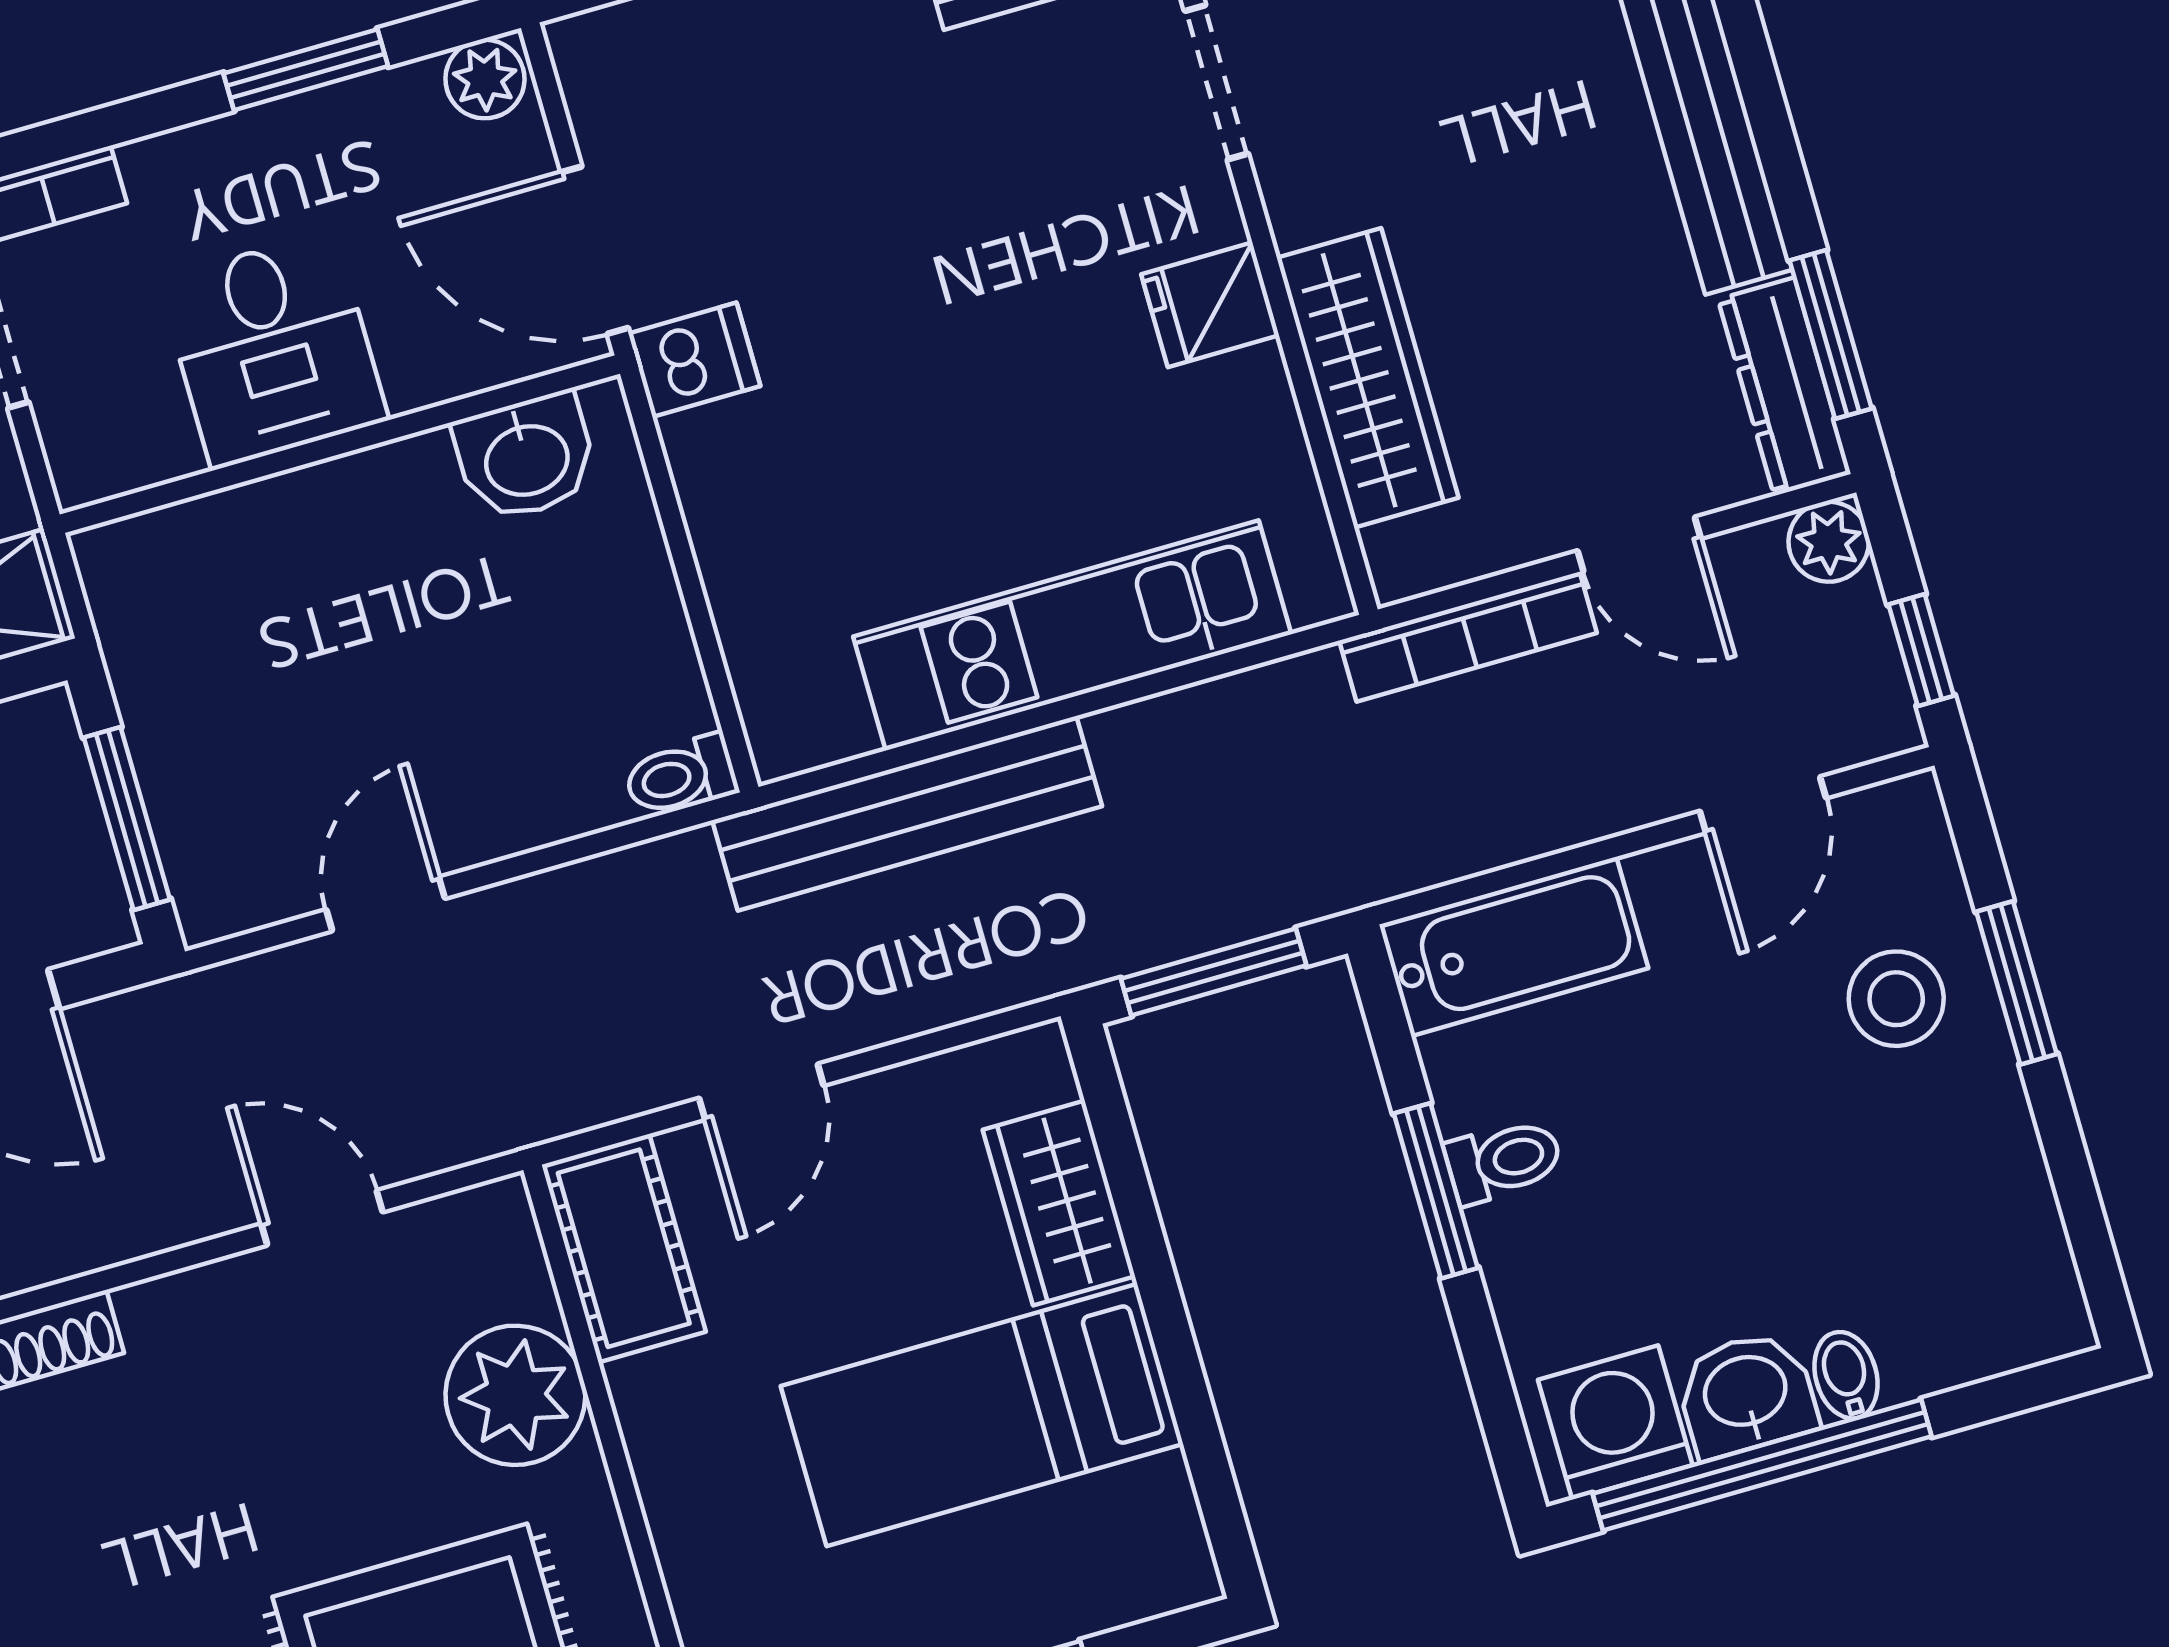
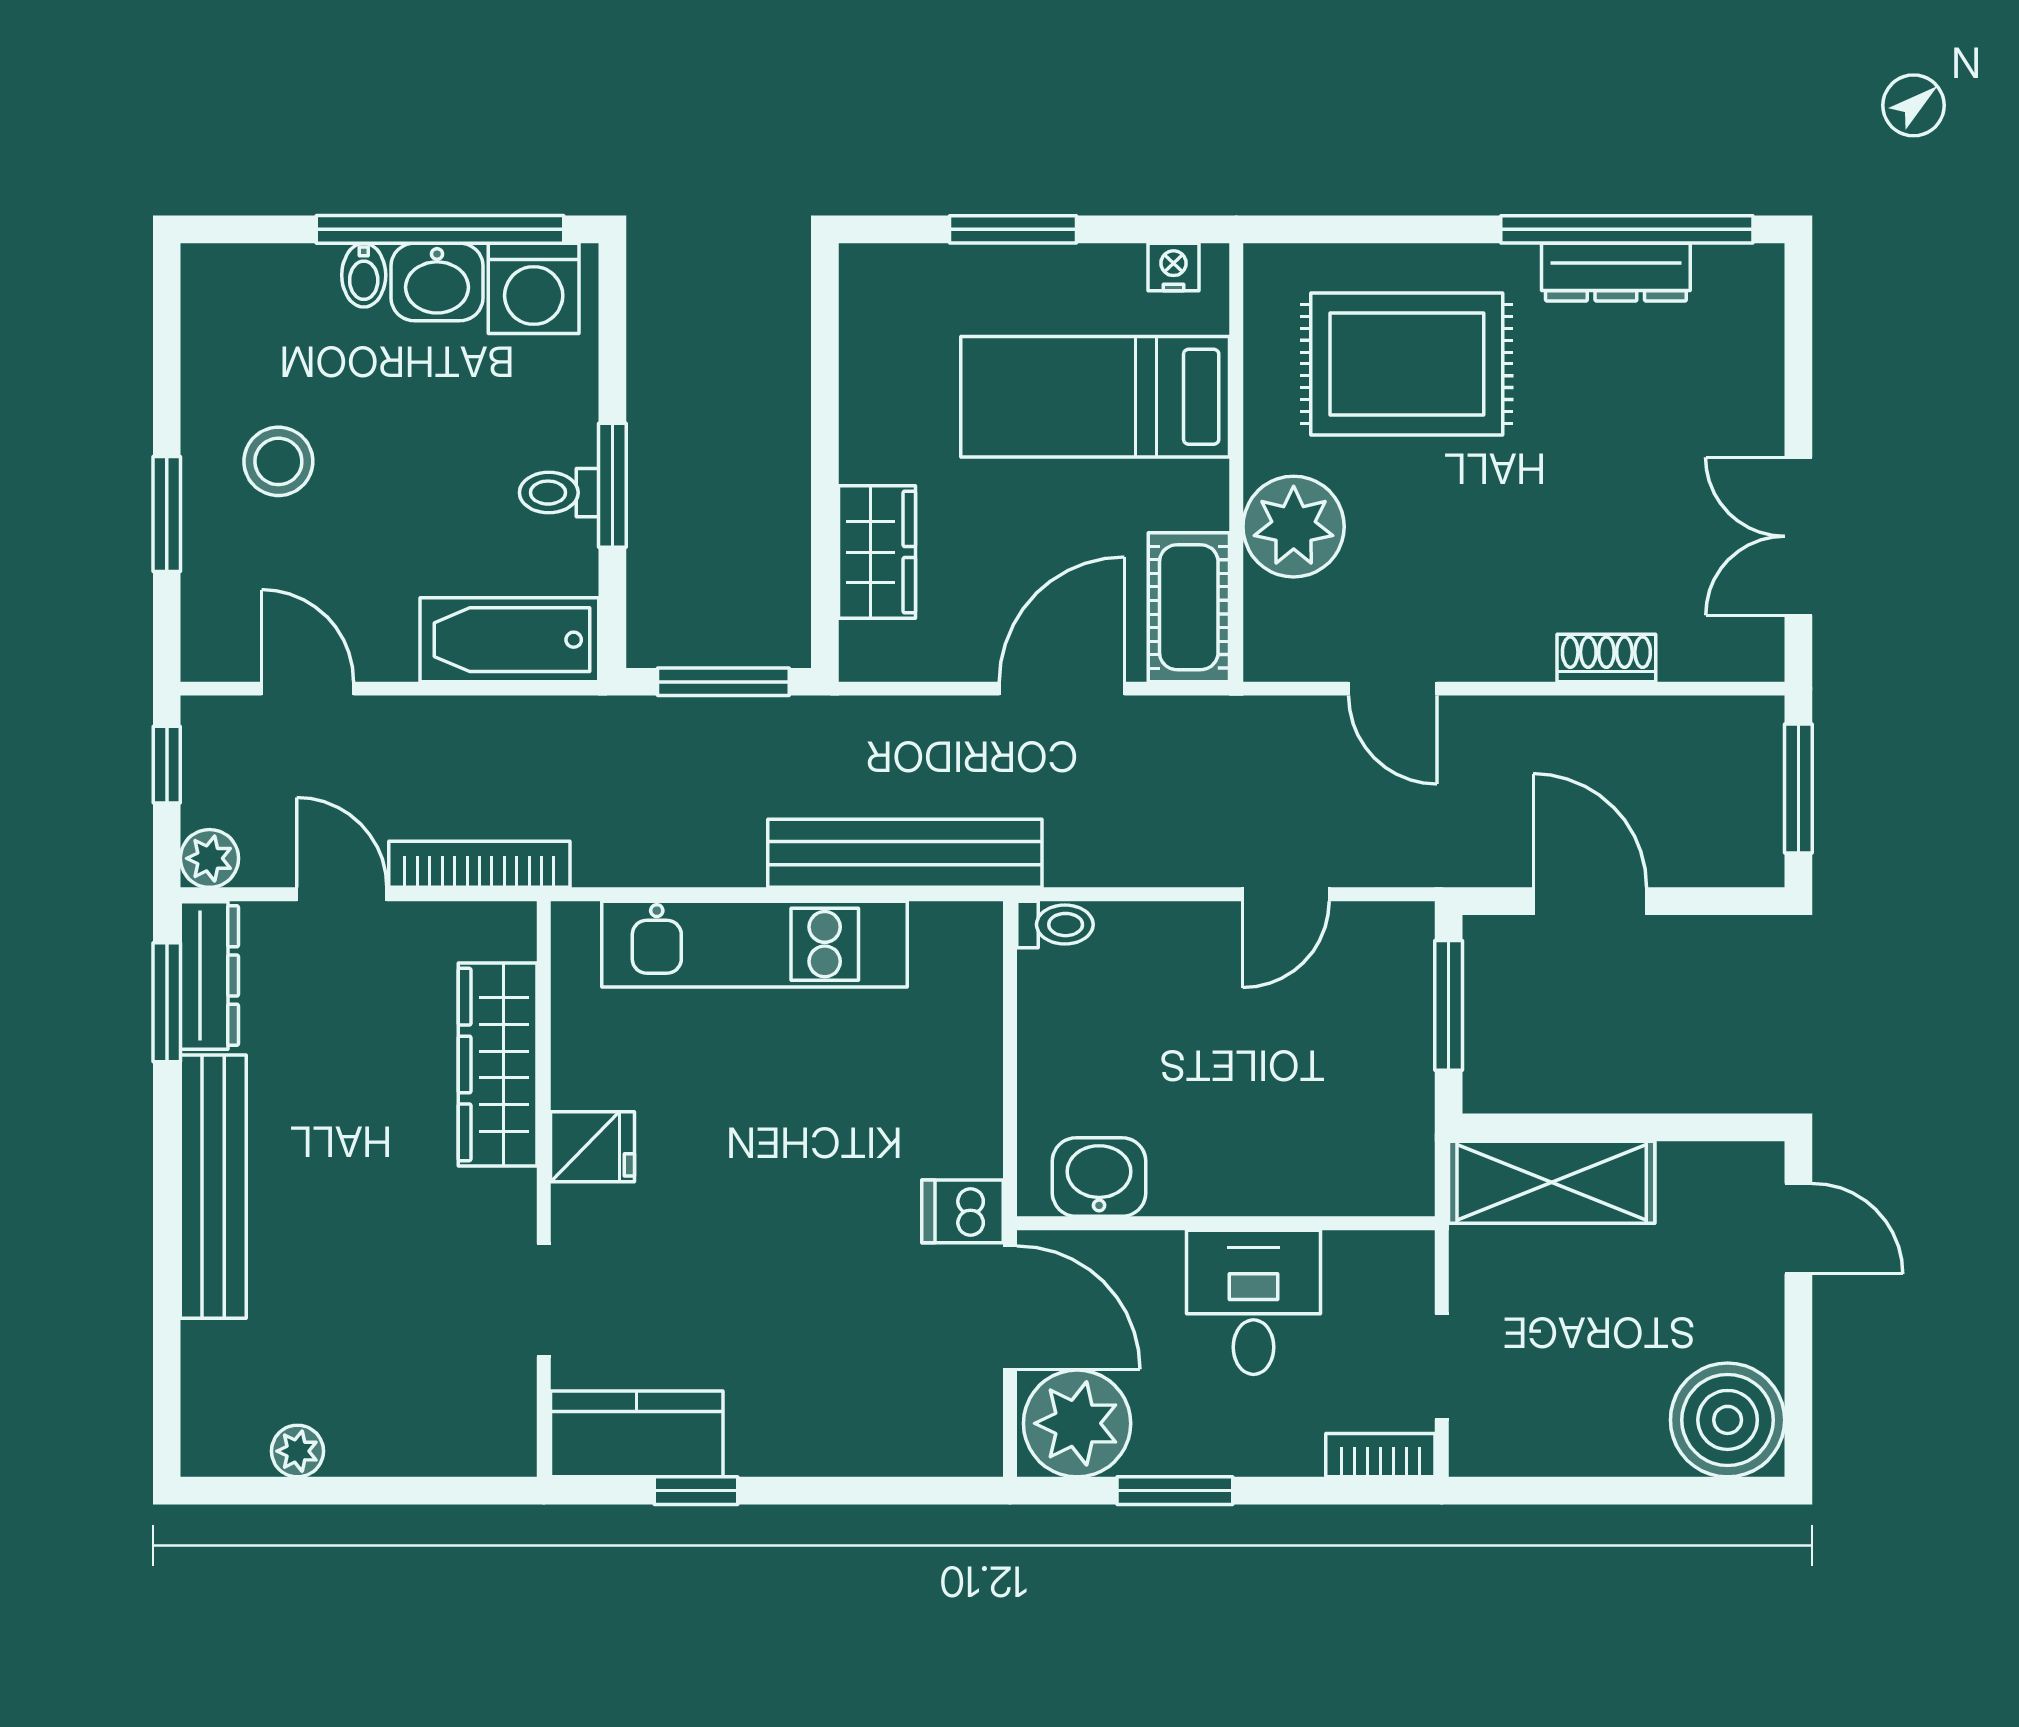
plant: (485, 79) -> (1077, 1423), width x1.88, depth x1.88
door: (1763, 805) -> (308, 689), hinge flipped
stool: (1896, 999) -> (278, 461), moved
door: (761, 1092) -> (1062, 689), width x1.38
bed: (982, 1415) -> (1095, 397), moved, turned 180

